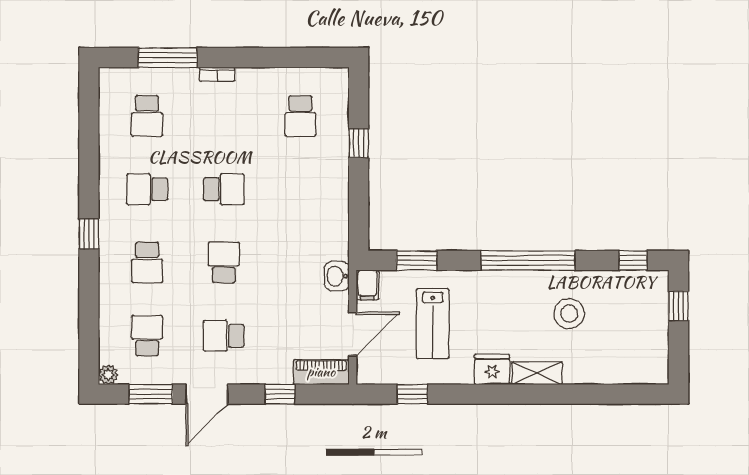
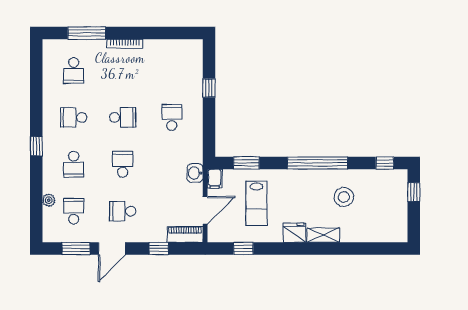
bookcase: (217, 74) -> (125, 44), width x1.56
school desk: (300, 116) -> (172, 117), moved, turned 180
plant: (108, 375) -> (49, 200), moved

